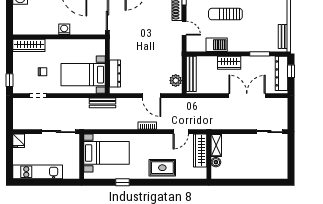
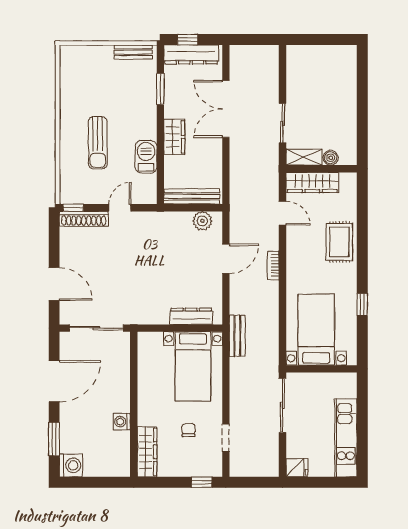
washing machine: (64, 29) -> (122, 422), moved
sliding door: (269, 132) -> (283, 123), moved

